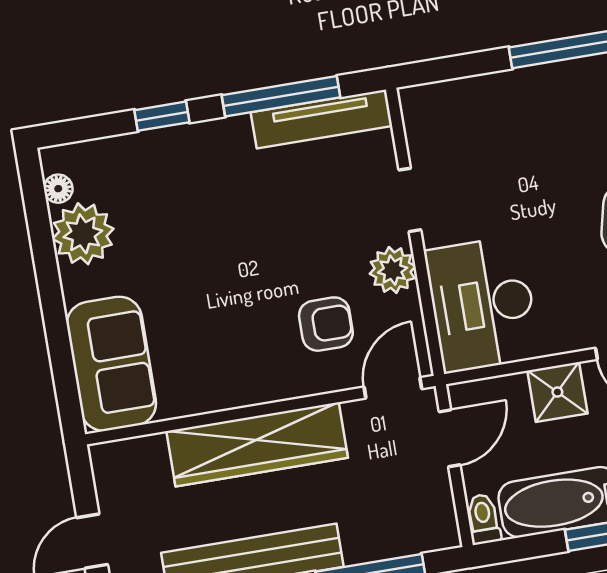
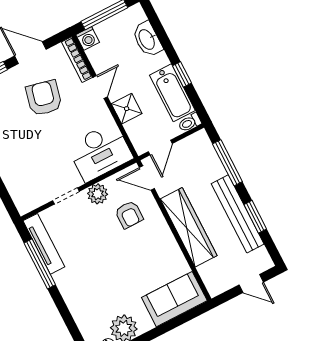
window: (162, 116) -> (64, 311), removed
armchair: (326, 324) -> (129, 215), turned 180
door: (450, 438) -> (160, 148), swing flipped

